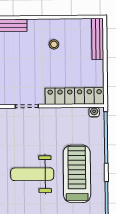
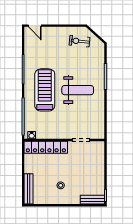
treadmill: (77, 174) -> (45, 90), turned 180

